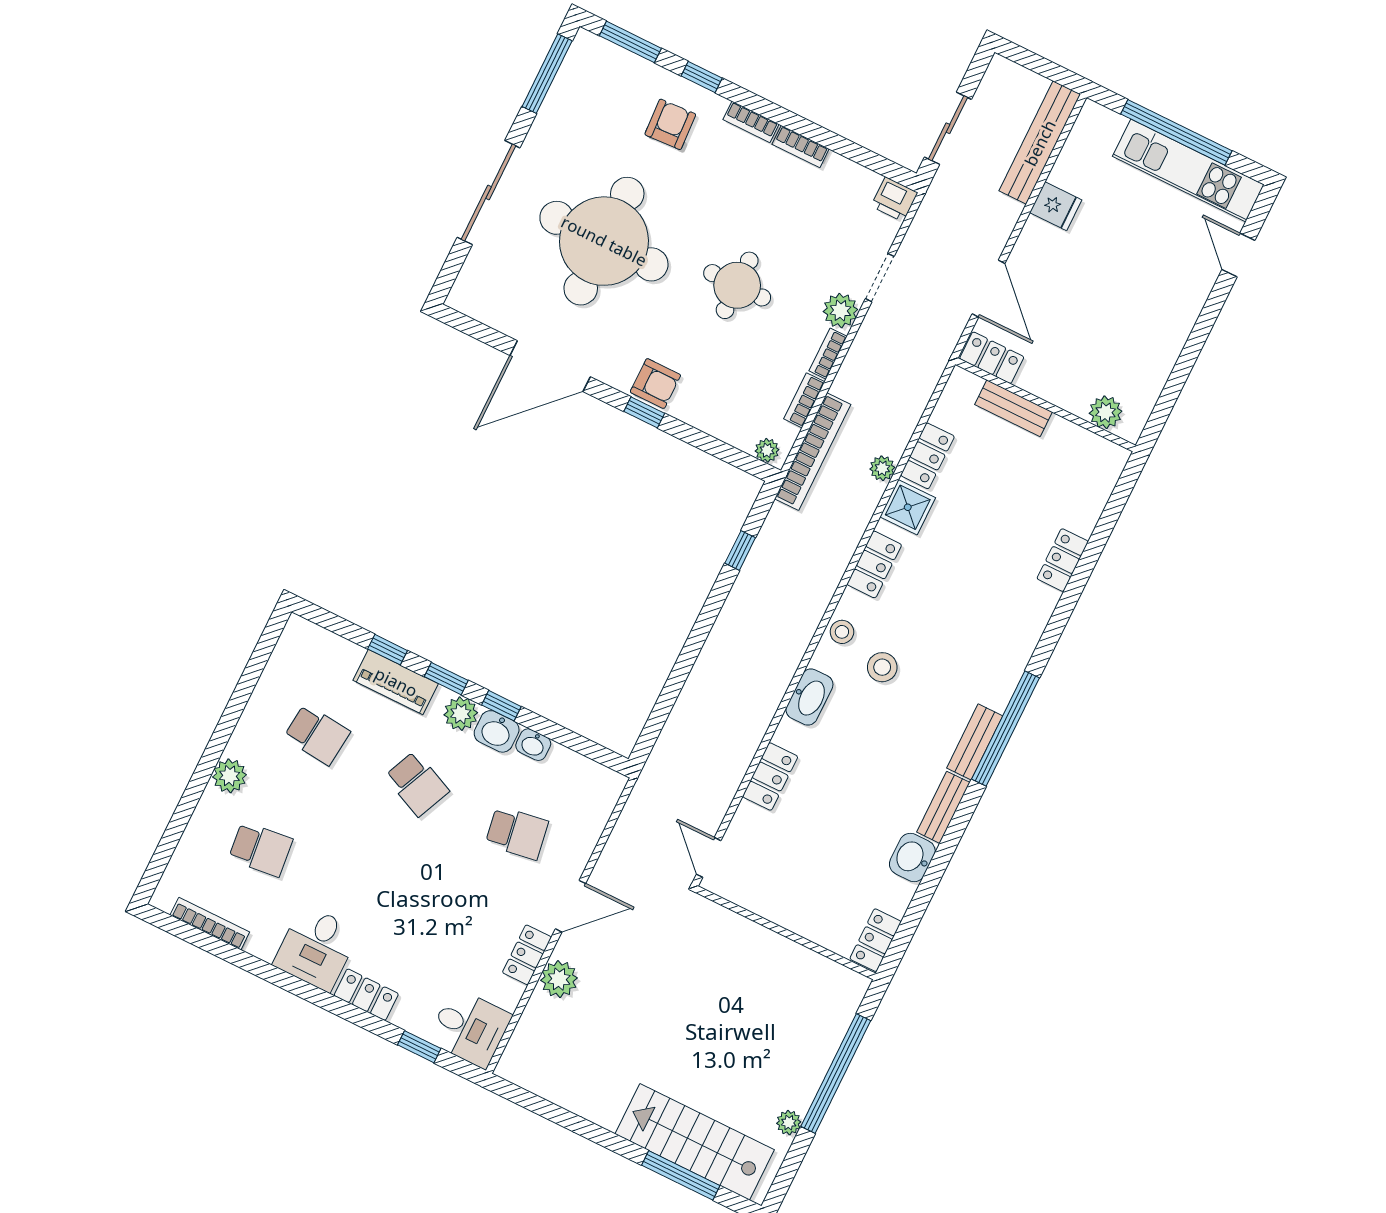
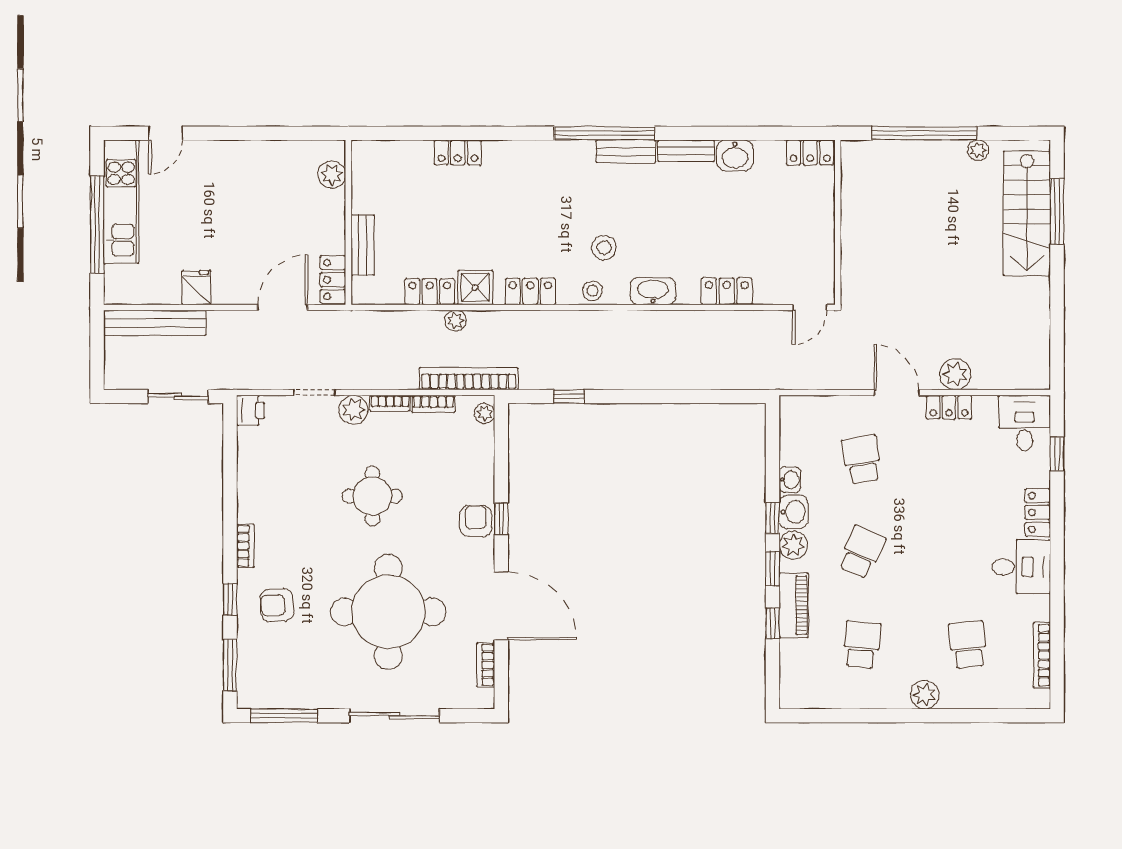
bookcase: (801, 146) -> (486, 665), moved, turned 180

